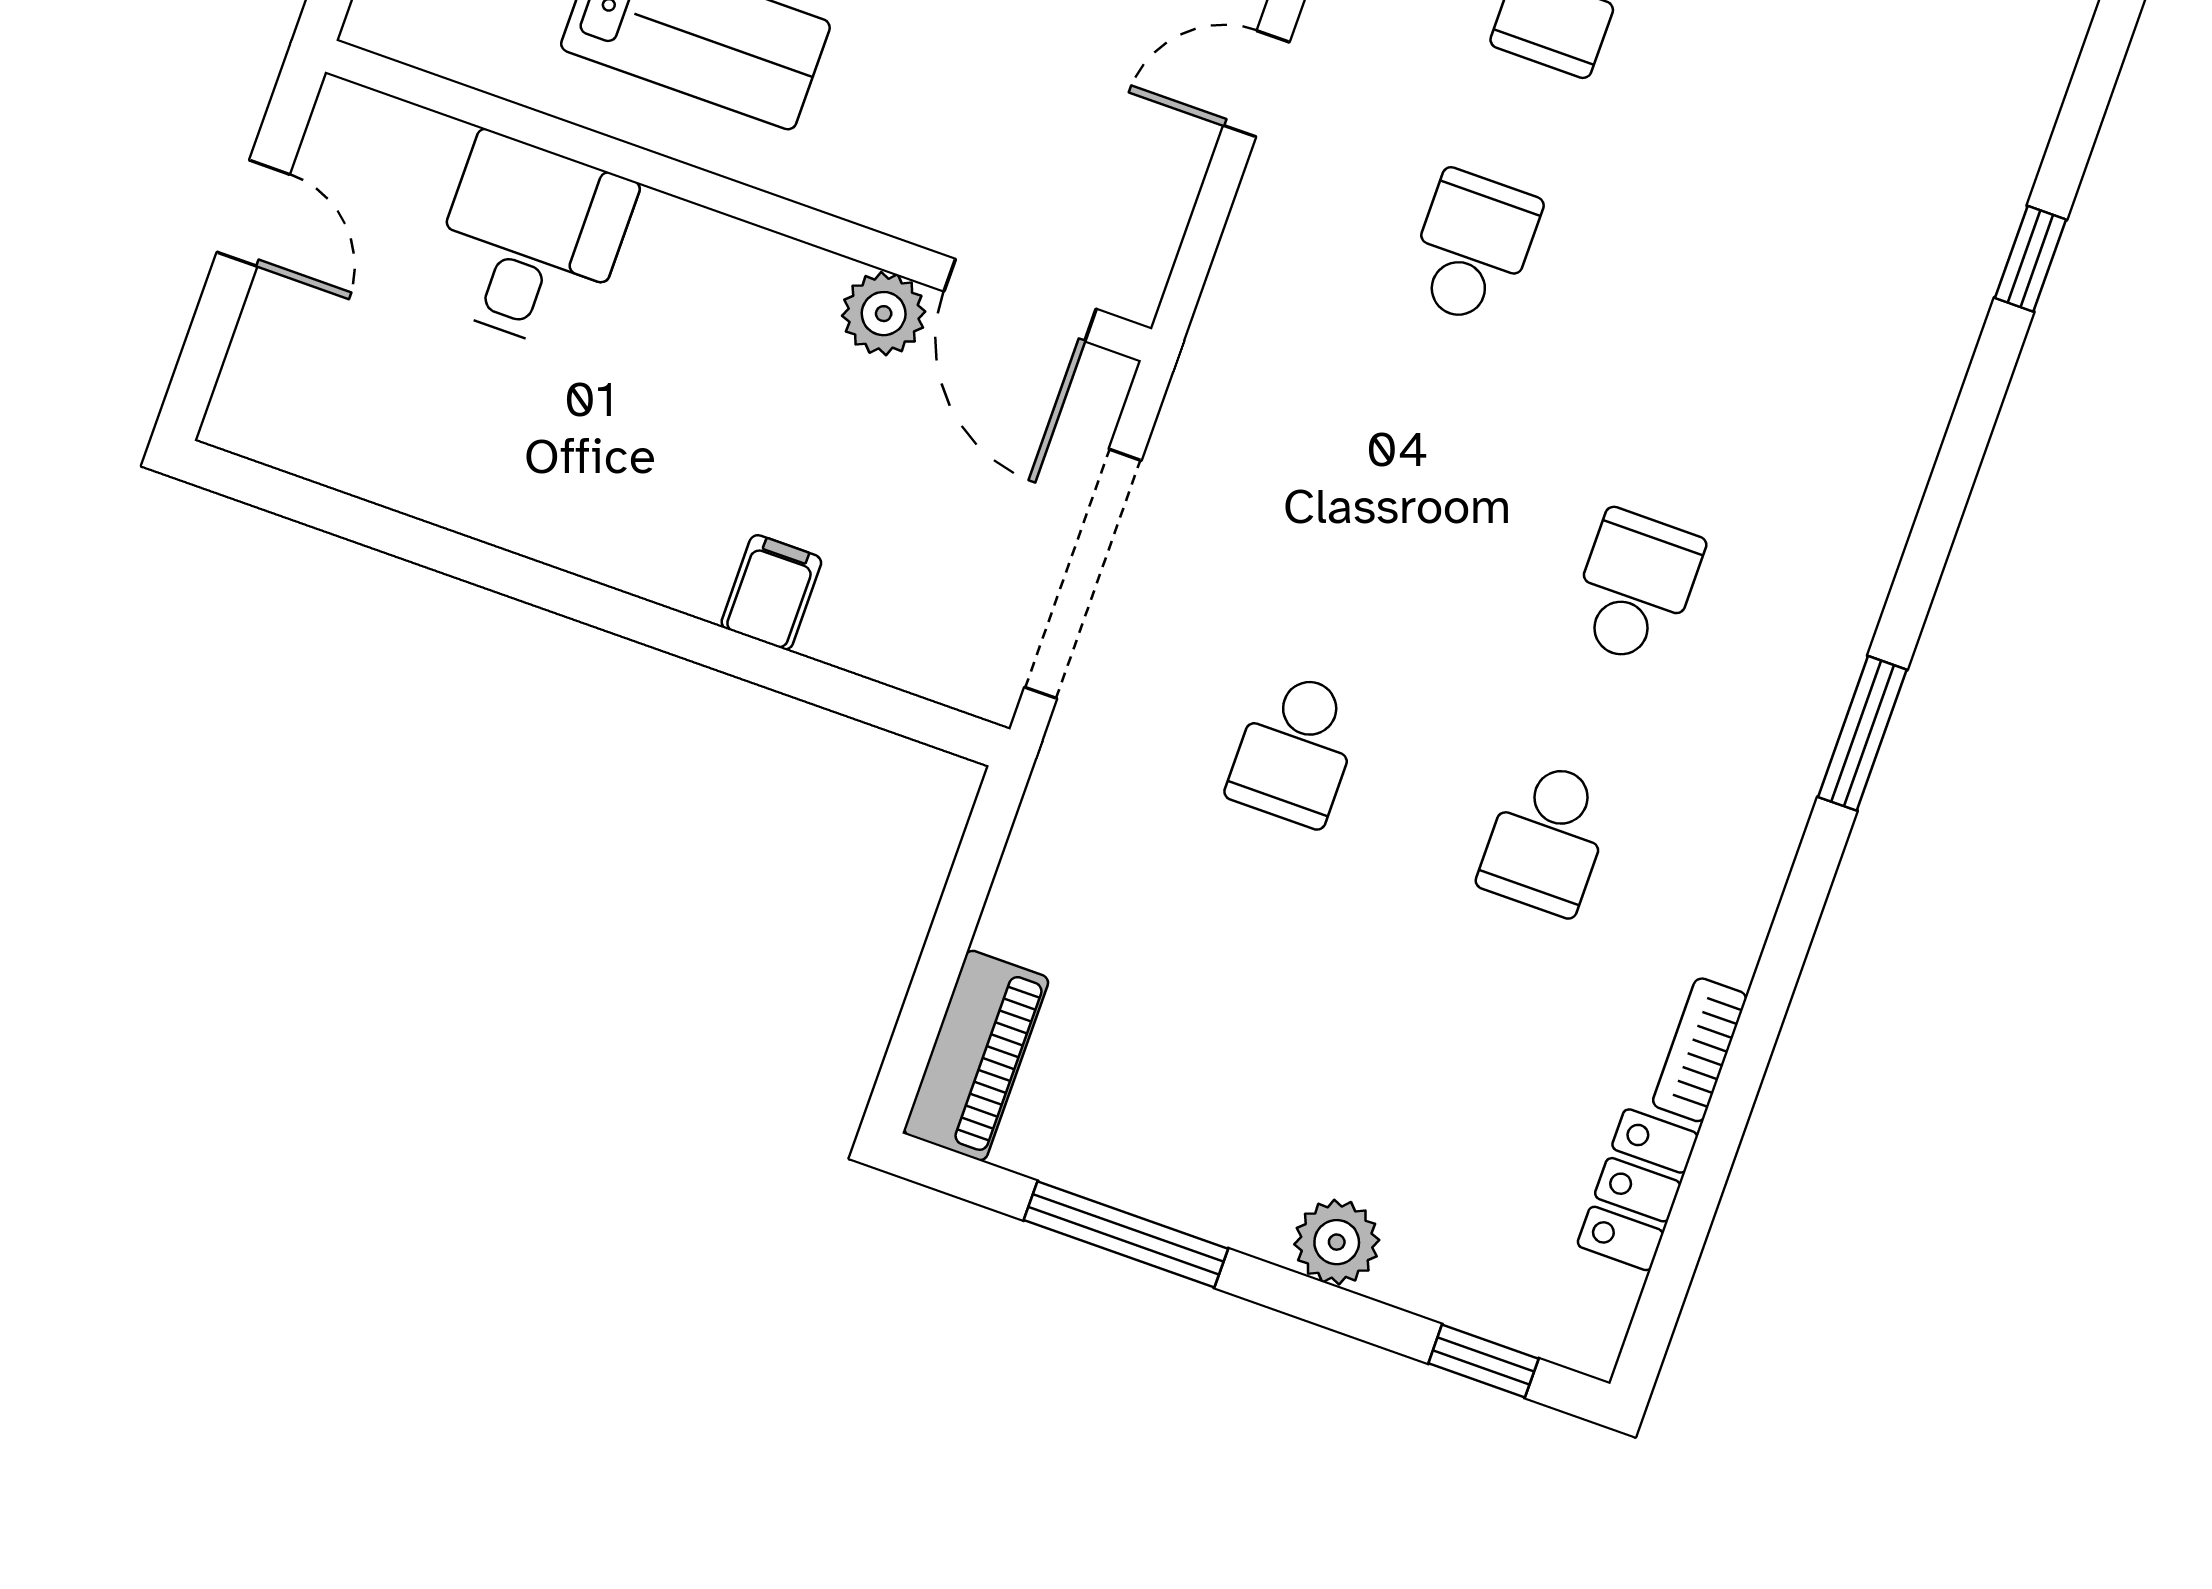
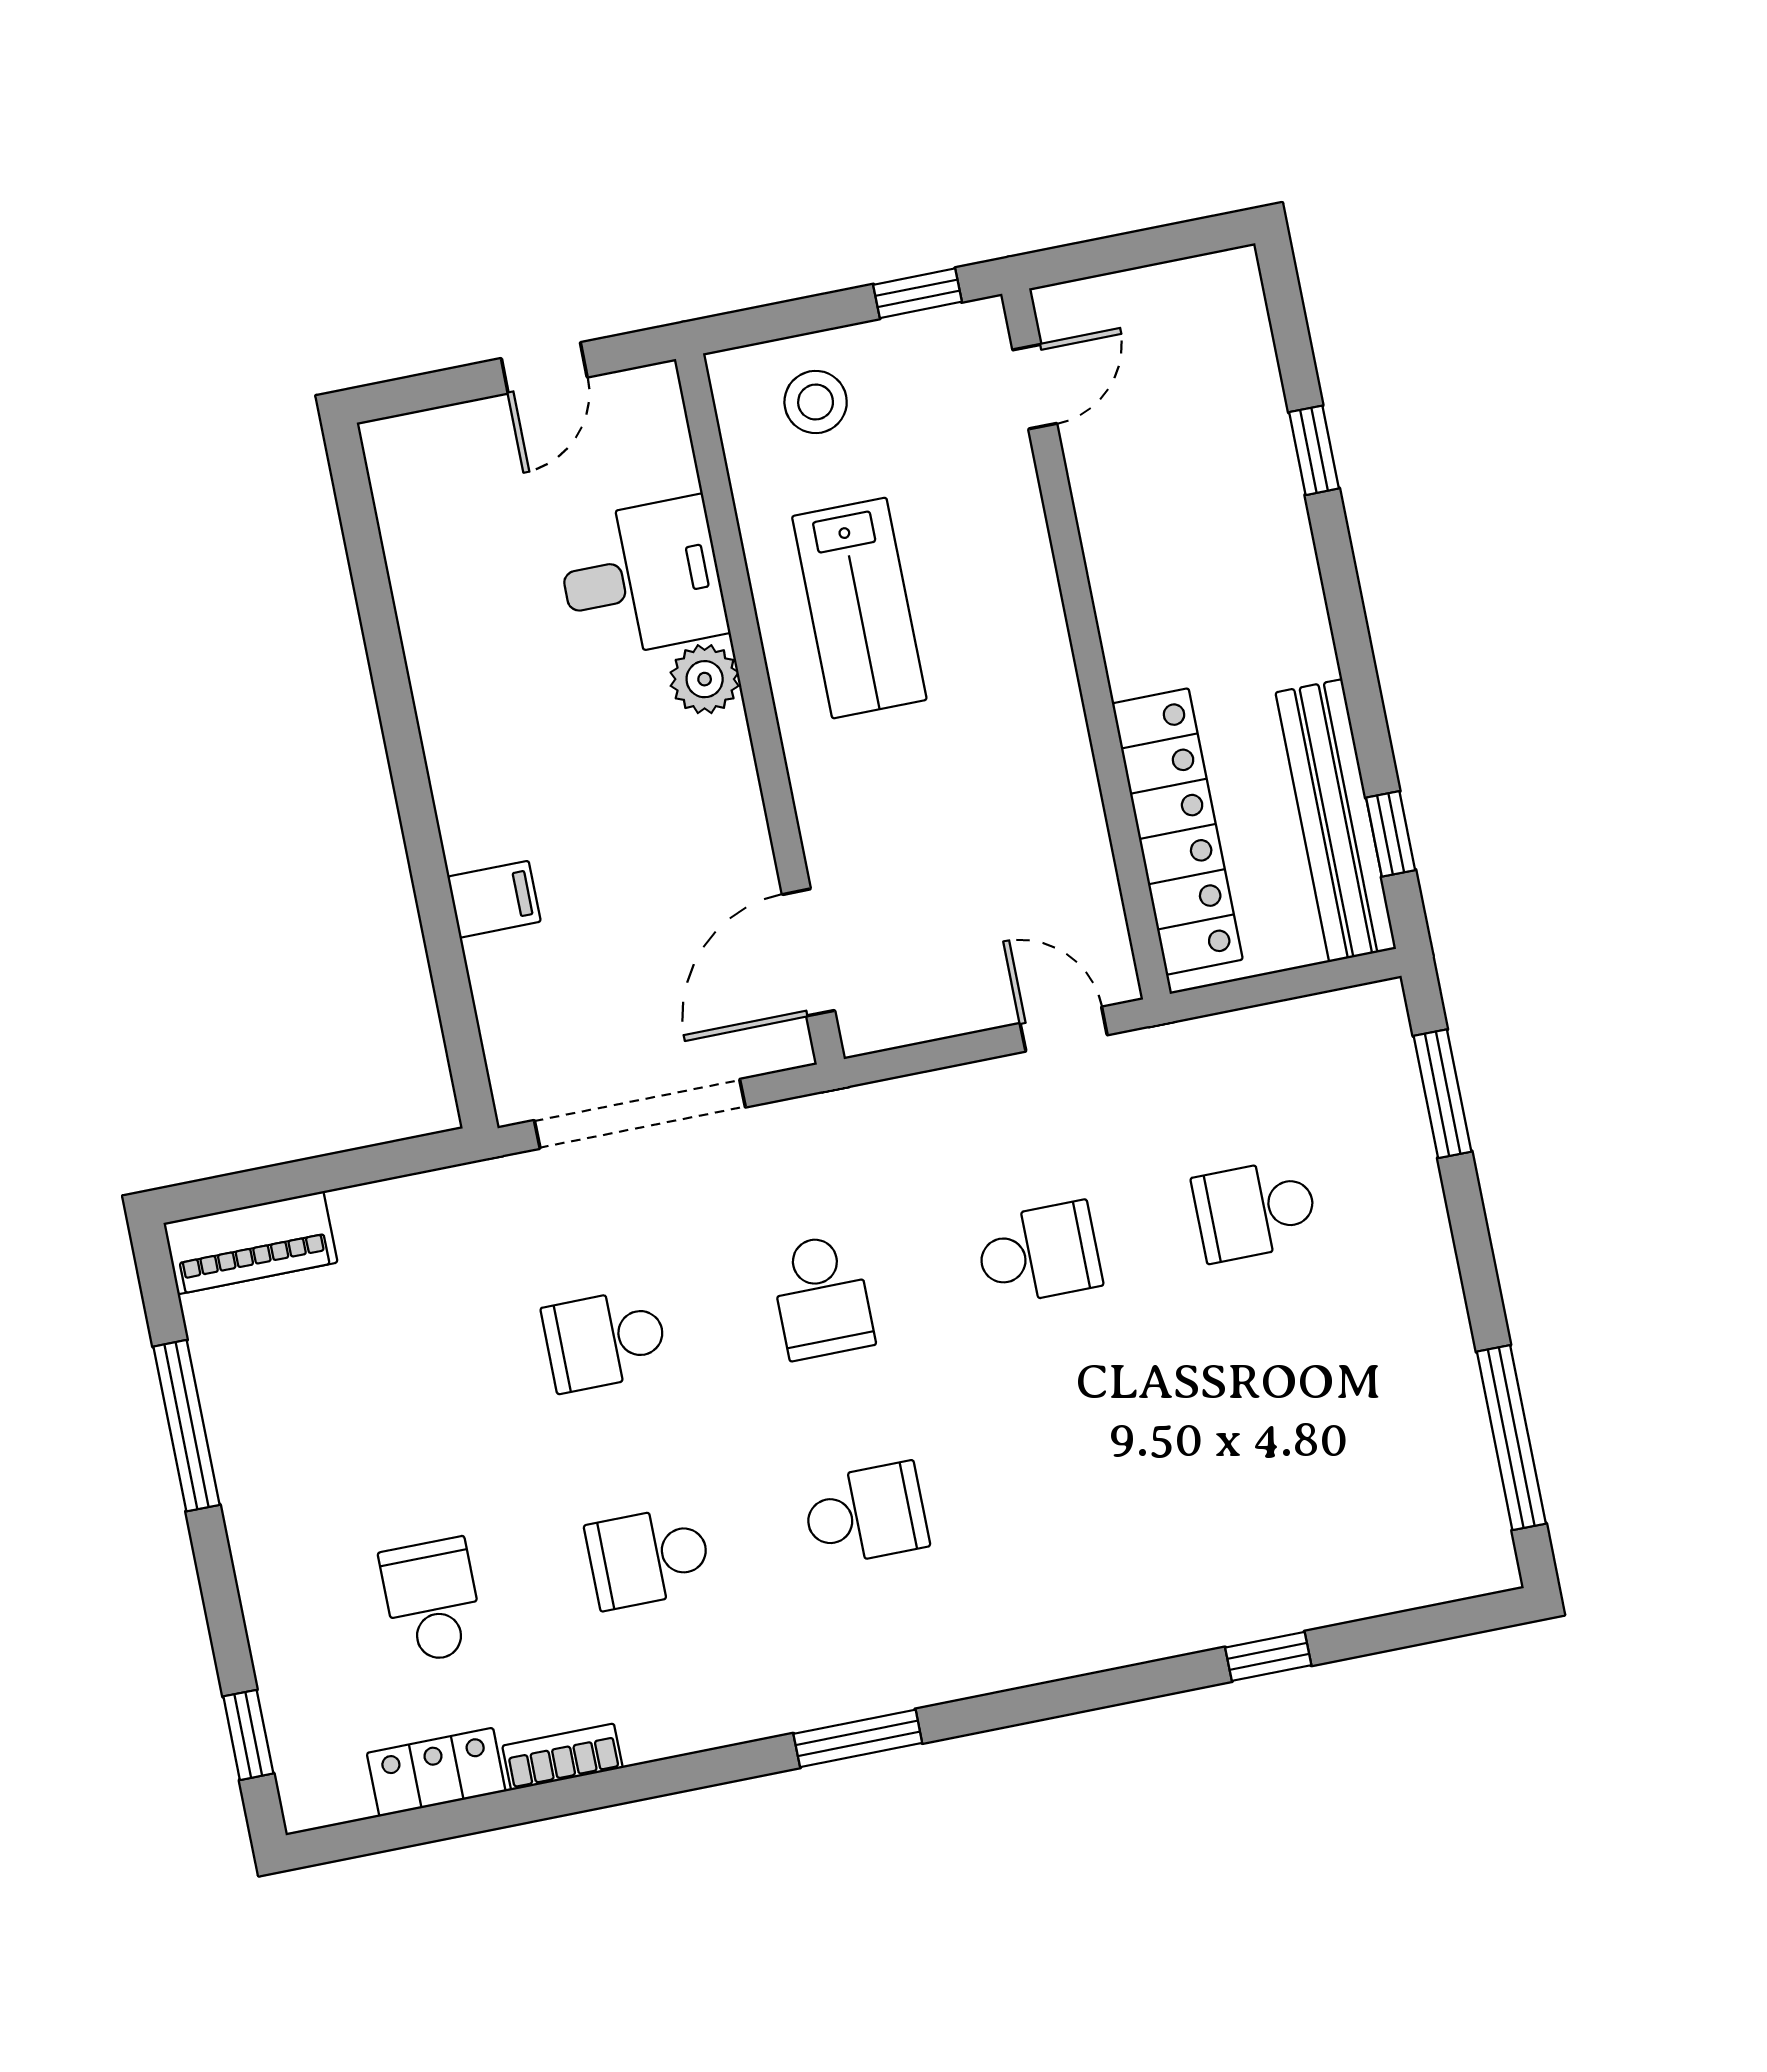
plant: (884, 314) -> (705, 679), moved
school desk: (1384, 498) -> (822, 1297), added
school desk: (1458, 1088) -> (432, 1601), added
plant: (1337, 1242) -> (271, 1580), removed

